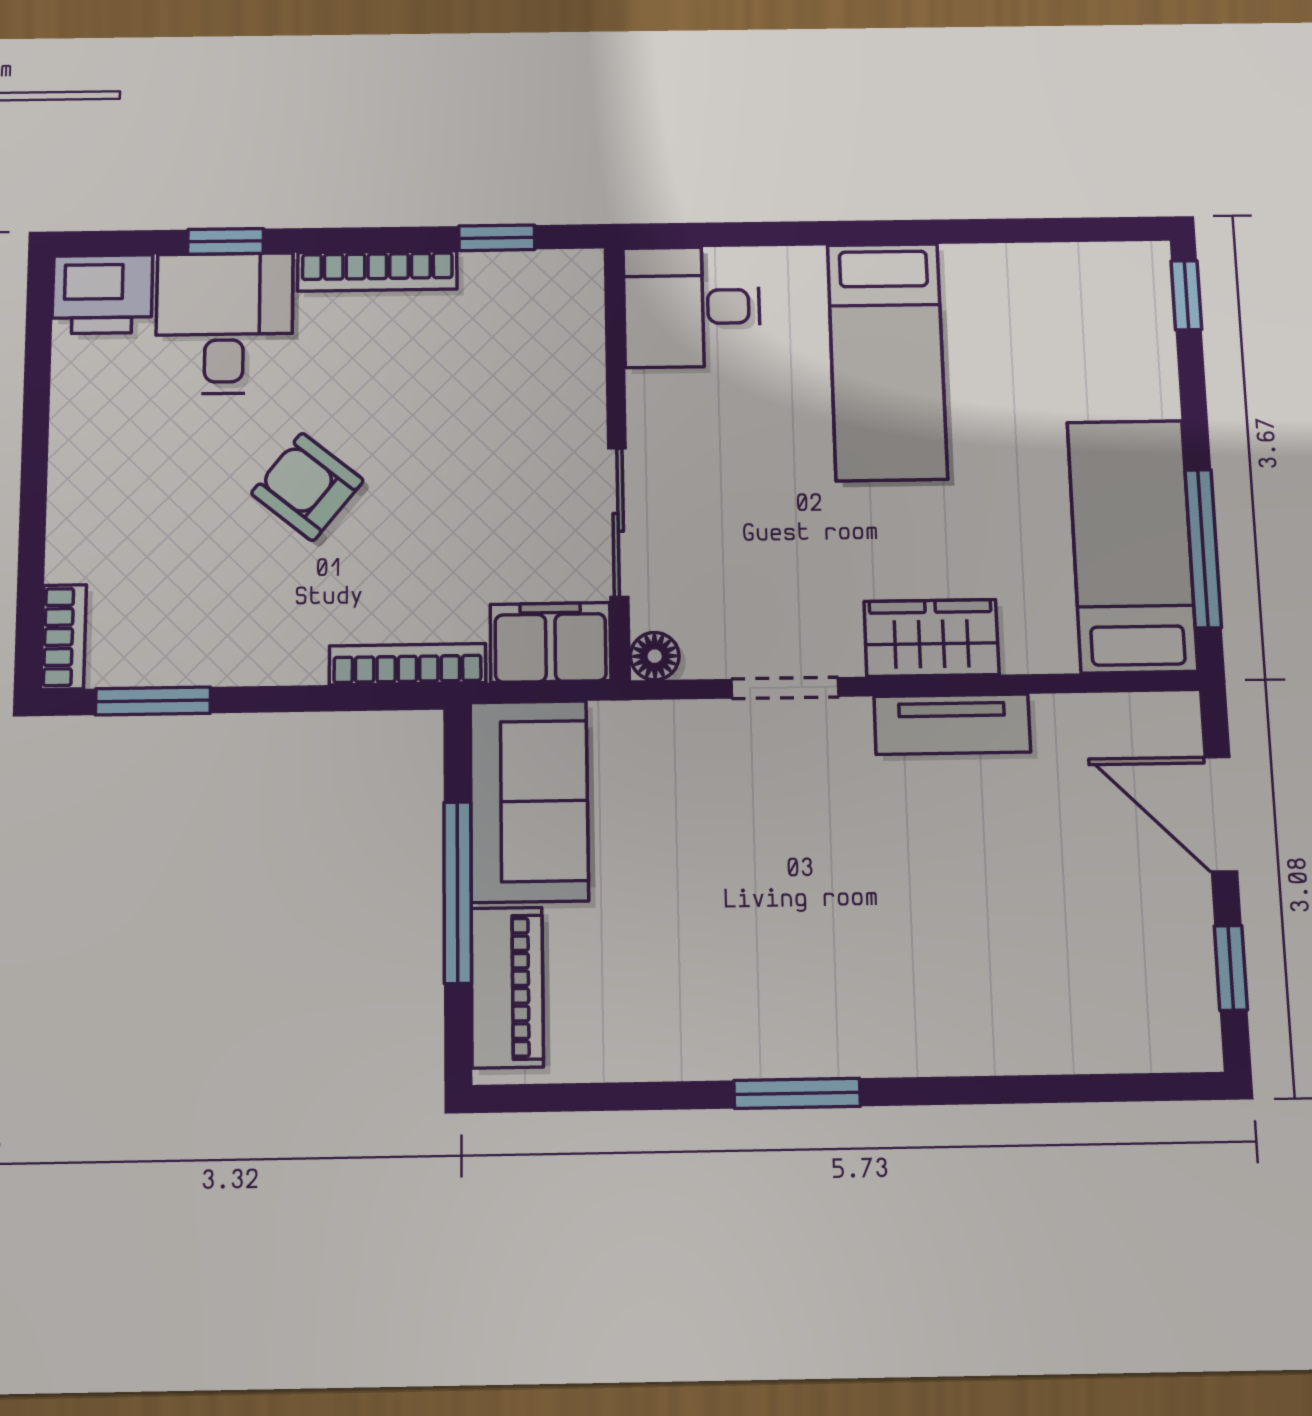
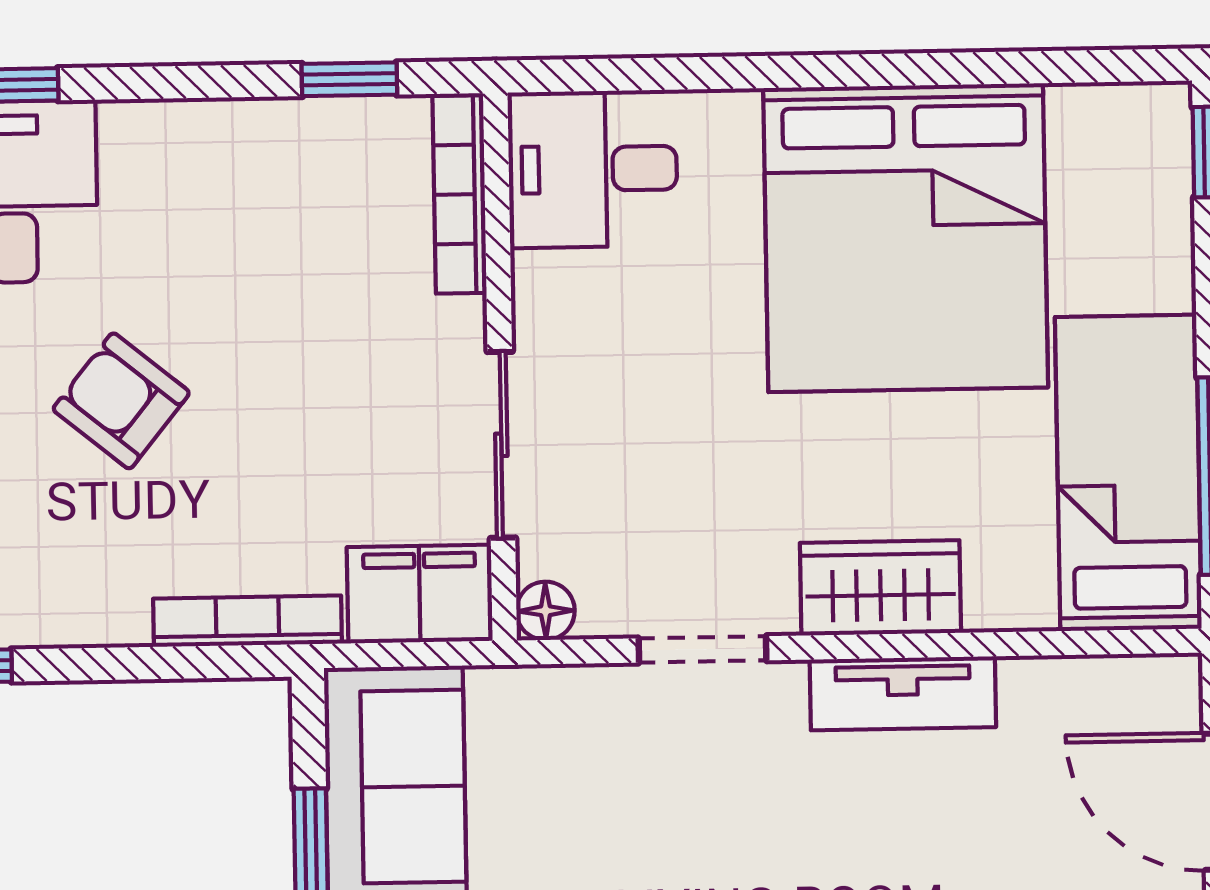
bookcase: (377, 271) -> (460, 194), moved, turned 90
bed: (887, 361) -> (906, 238), width x2.04

